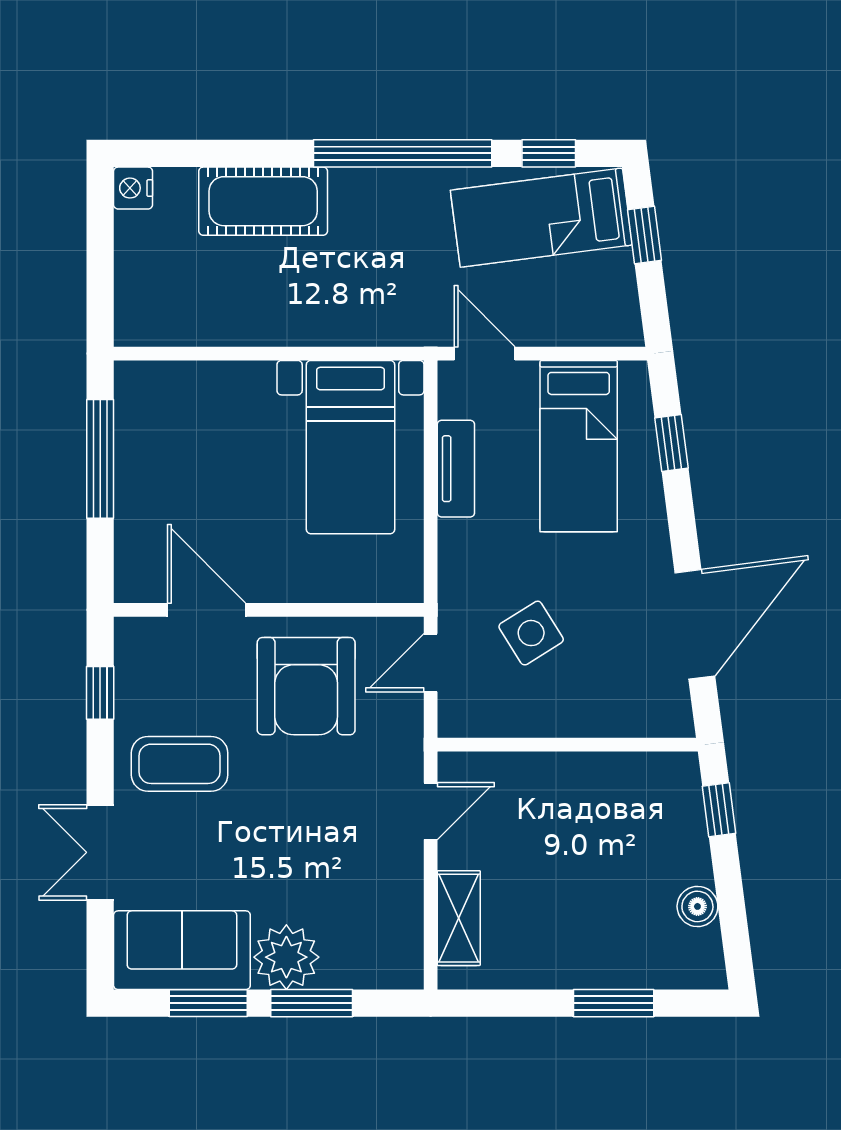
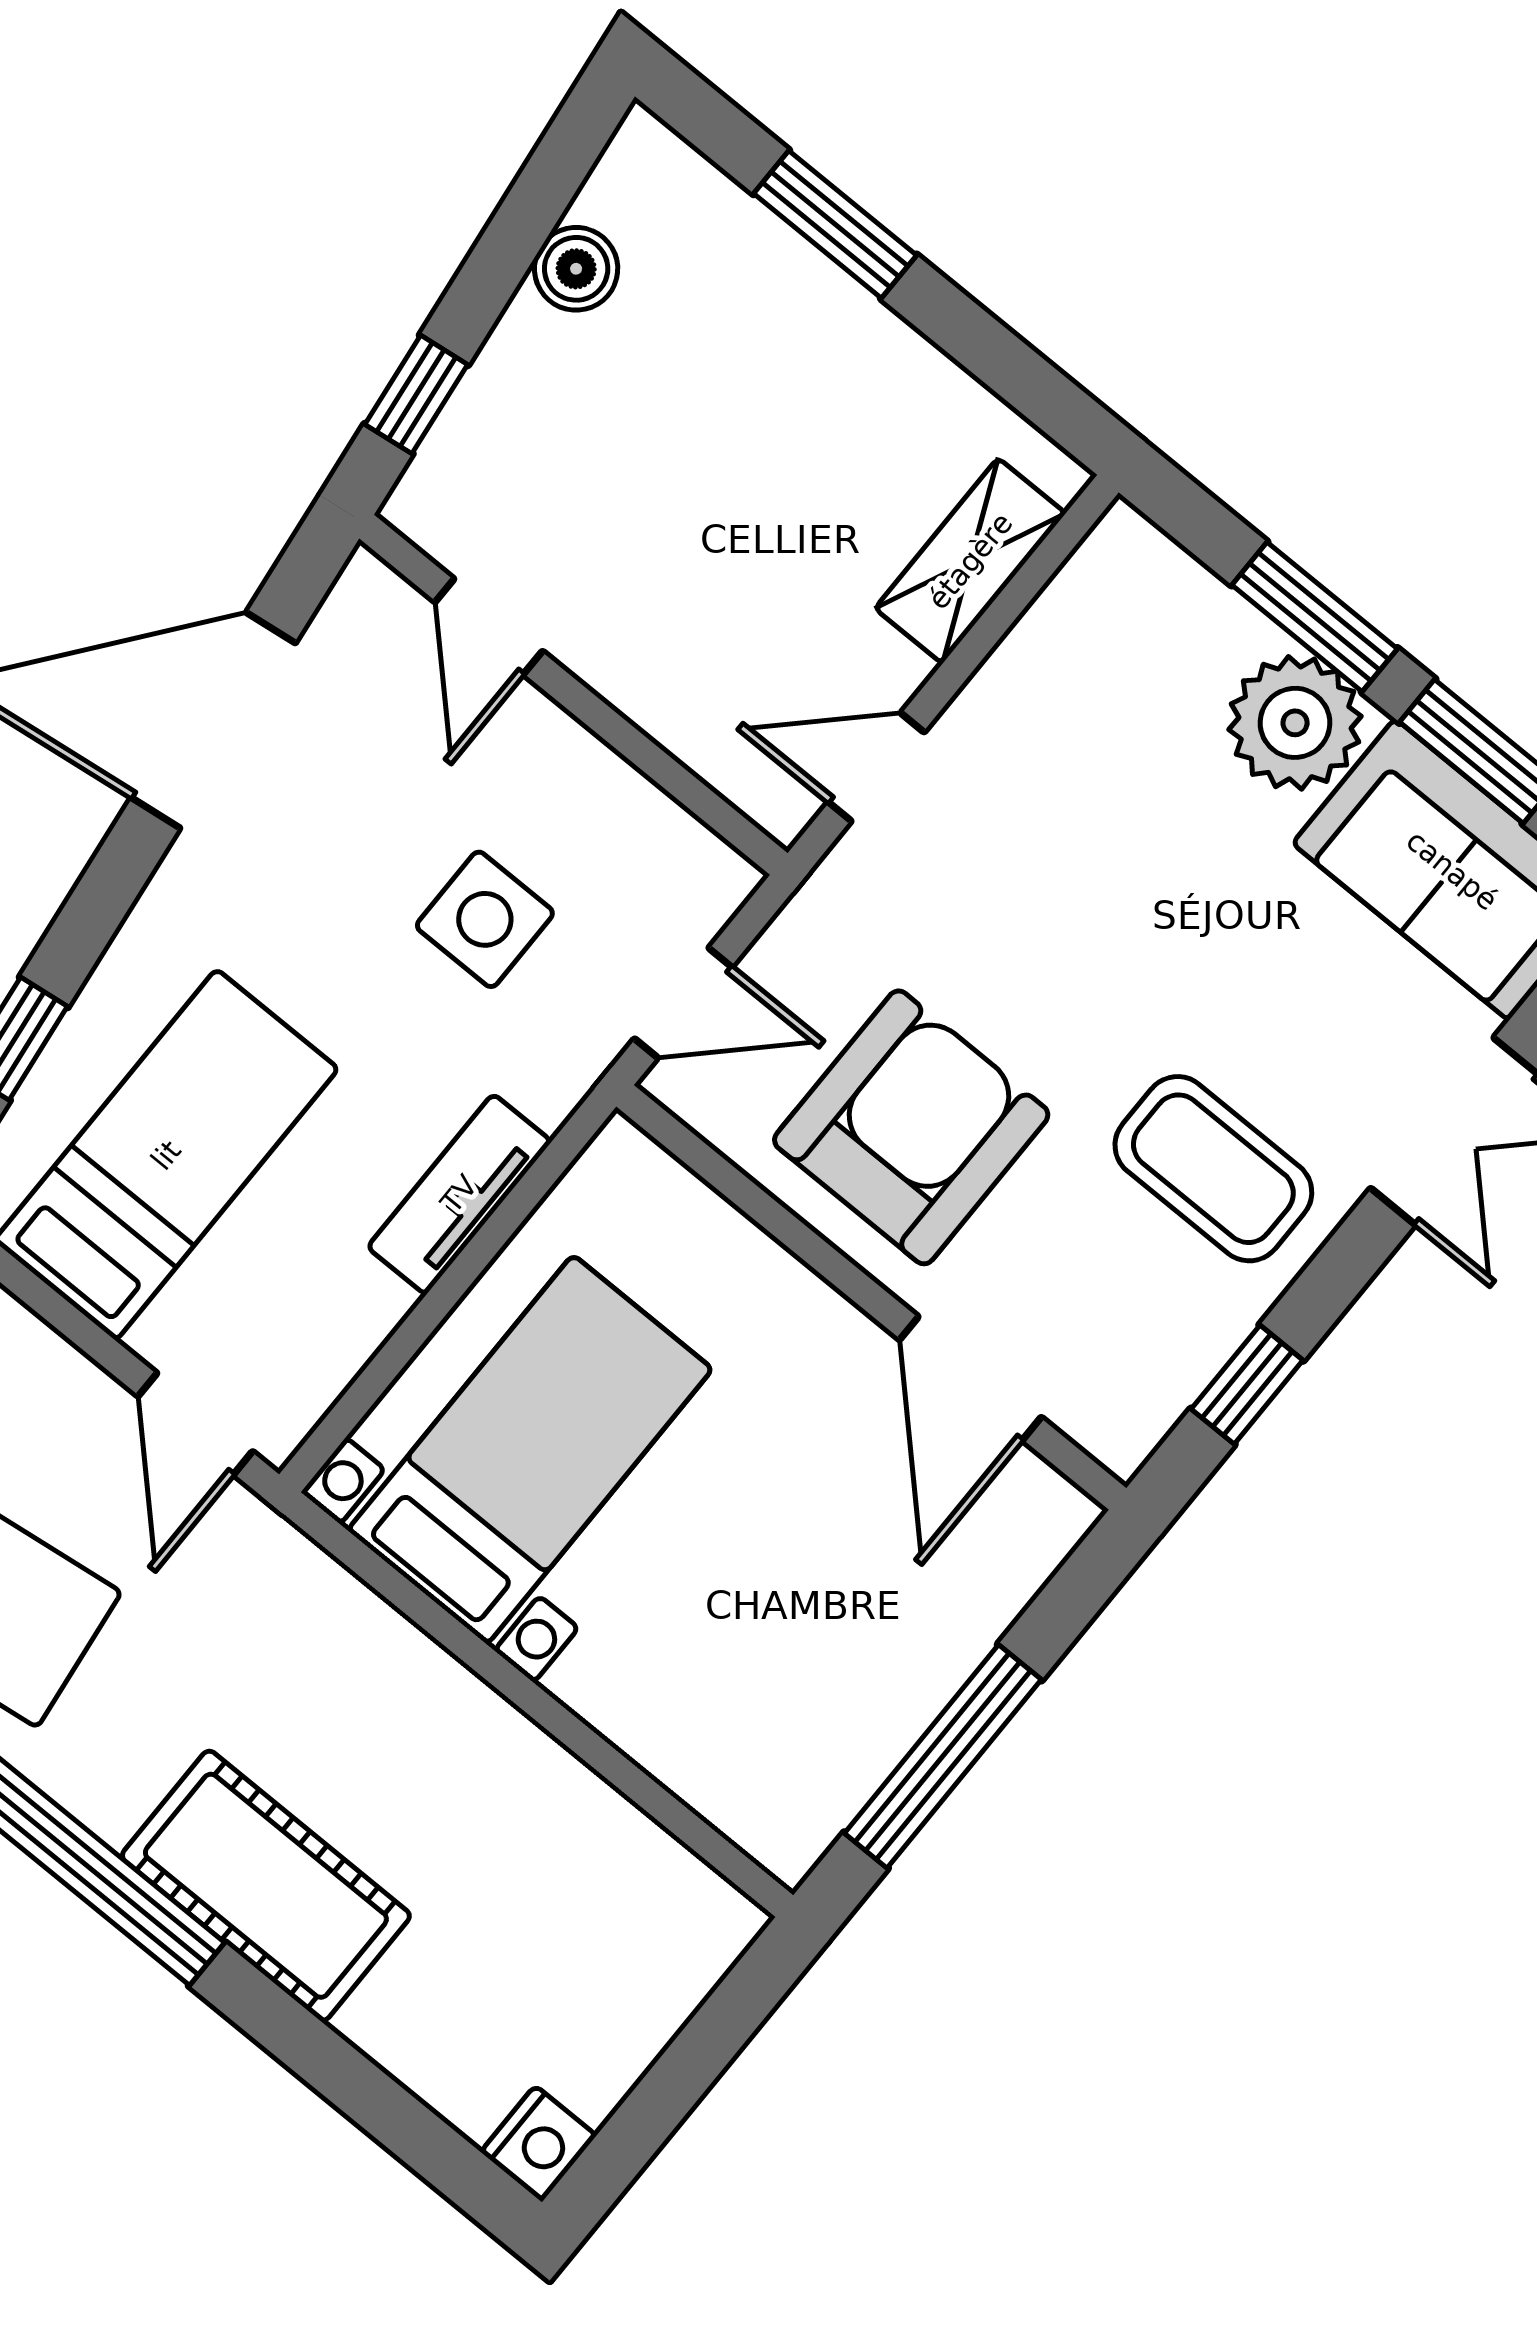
cot: (263, 201) -> (266, 1886), moved
tv unit: (456, 469) -> (459, 1194), moved
side table: (531, 633) -> (485, 919), turned 32
door: (620, 745) -> (489, 627), added

